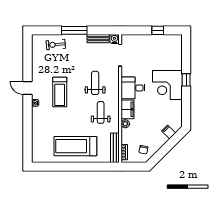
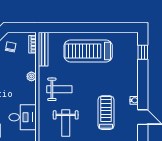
filing cabinet: (127, 109) -> (29, 93), removed
weight bench: (101, 112) -> (59, 89), turned -90
window: (28, 145) -> (143, 52), added
treadmill: (75, 146) -> (88, 51), turned 180

